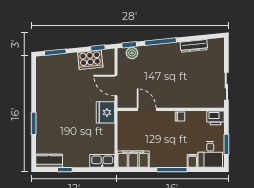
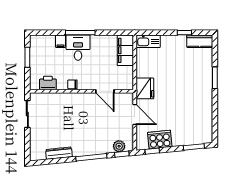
printer: (215, 118) -> (48, 83), moved
desk: (210, 154) -> (78, 48), moved
filing cabinet: (133, 159) -> (125, 50), moved, turned 90

